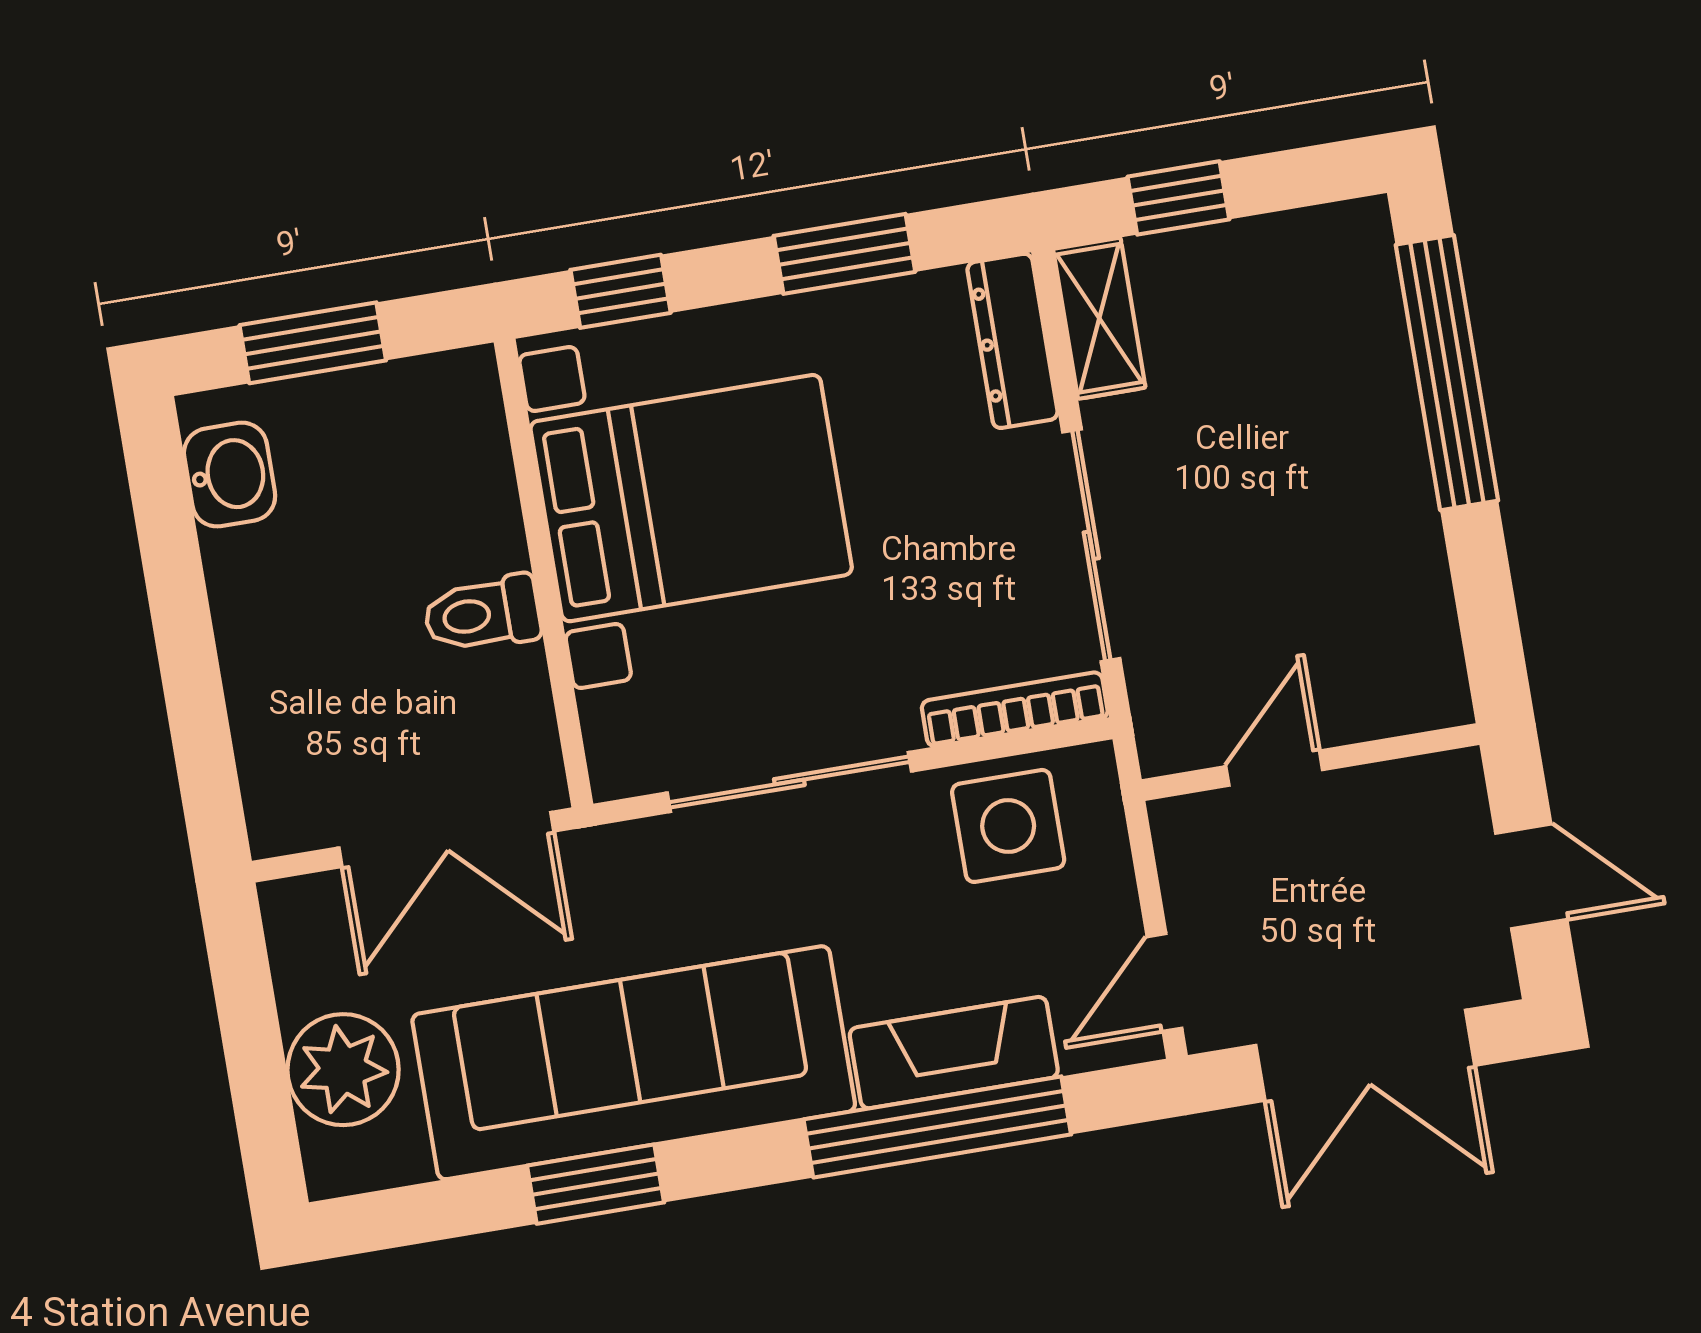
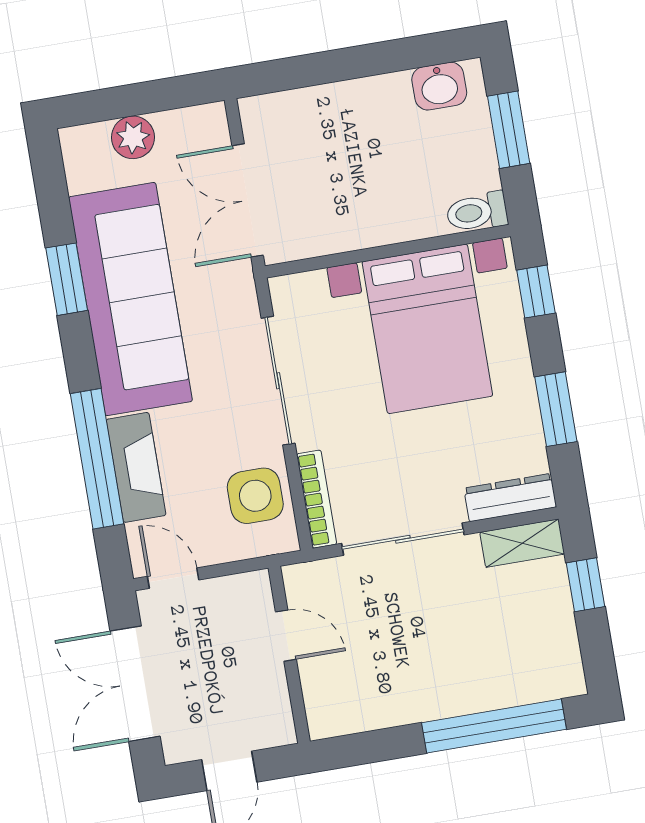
toilet: (482, 614) -> (477, 212), moved, turned -90
plant: (343, 1070) -> (133, 137), width x0.73, depth x0.73

